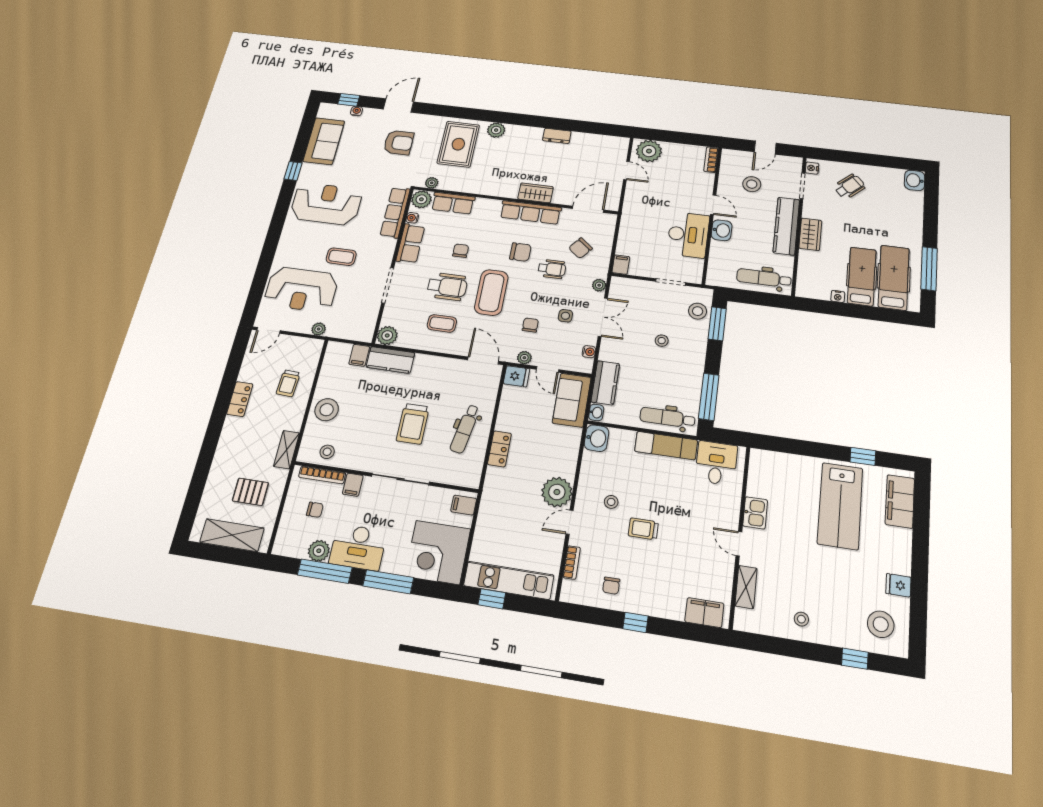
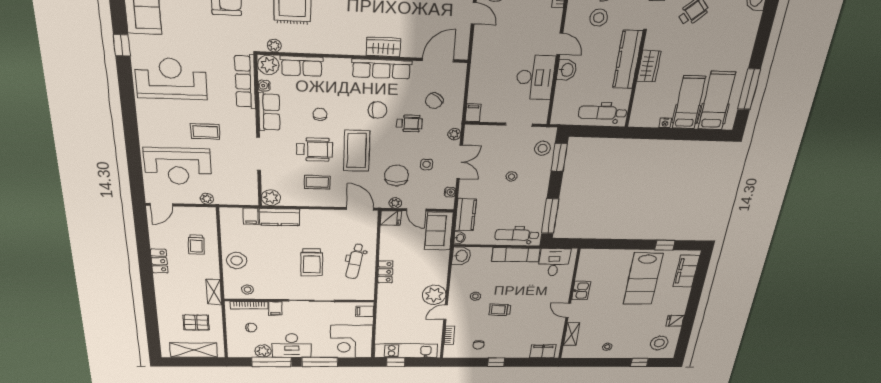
chair: (530, 325) -> (397, 175), width x1.87, depth x1.87

